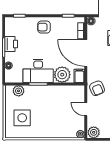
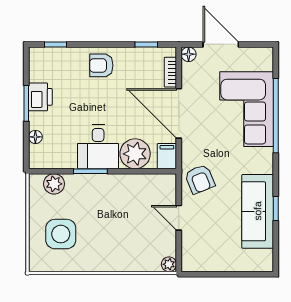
desk: (38, 71) -> (98, 147), width x0.73
plant: (94, 132) -> (194, 261), removed

